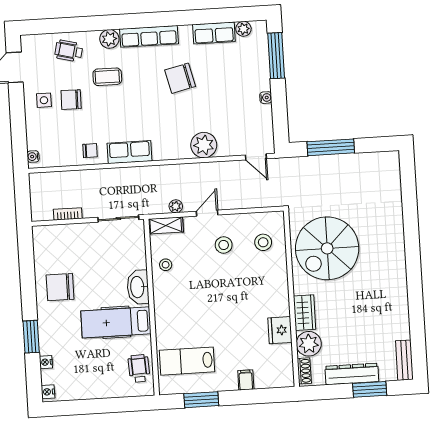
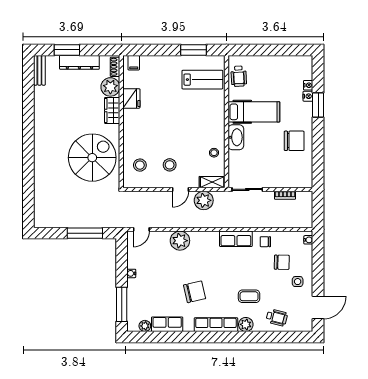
chair: (71, 100) -> (282, 262), moved
door: (256, 157) -> (141, 229), swing flipped
plant: (176, 206) -> (204, 200), width x1.87, depth x1.87
filing cabinet: (246, 380) -> (134, 63), moved
nightstand: (48, 392) -> (308, 96), moved

